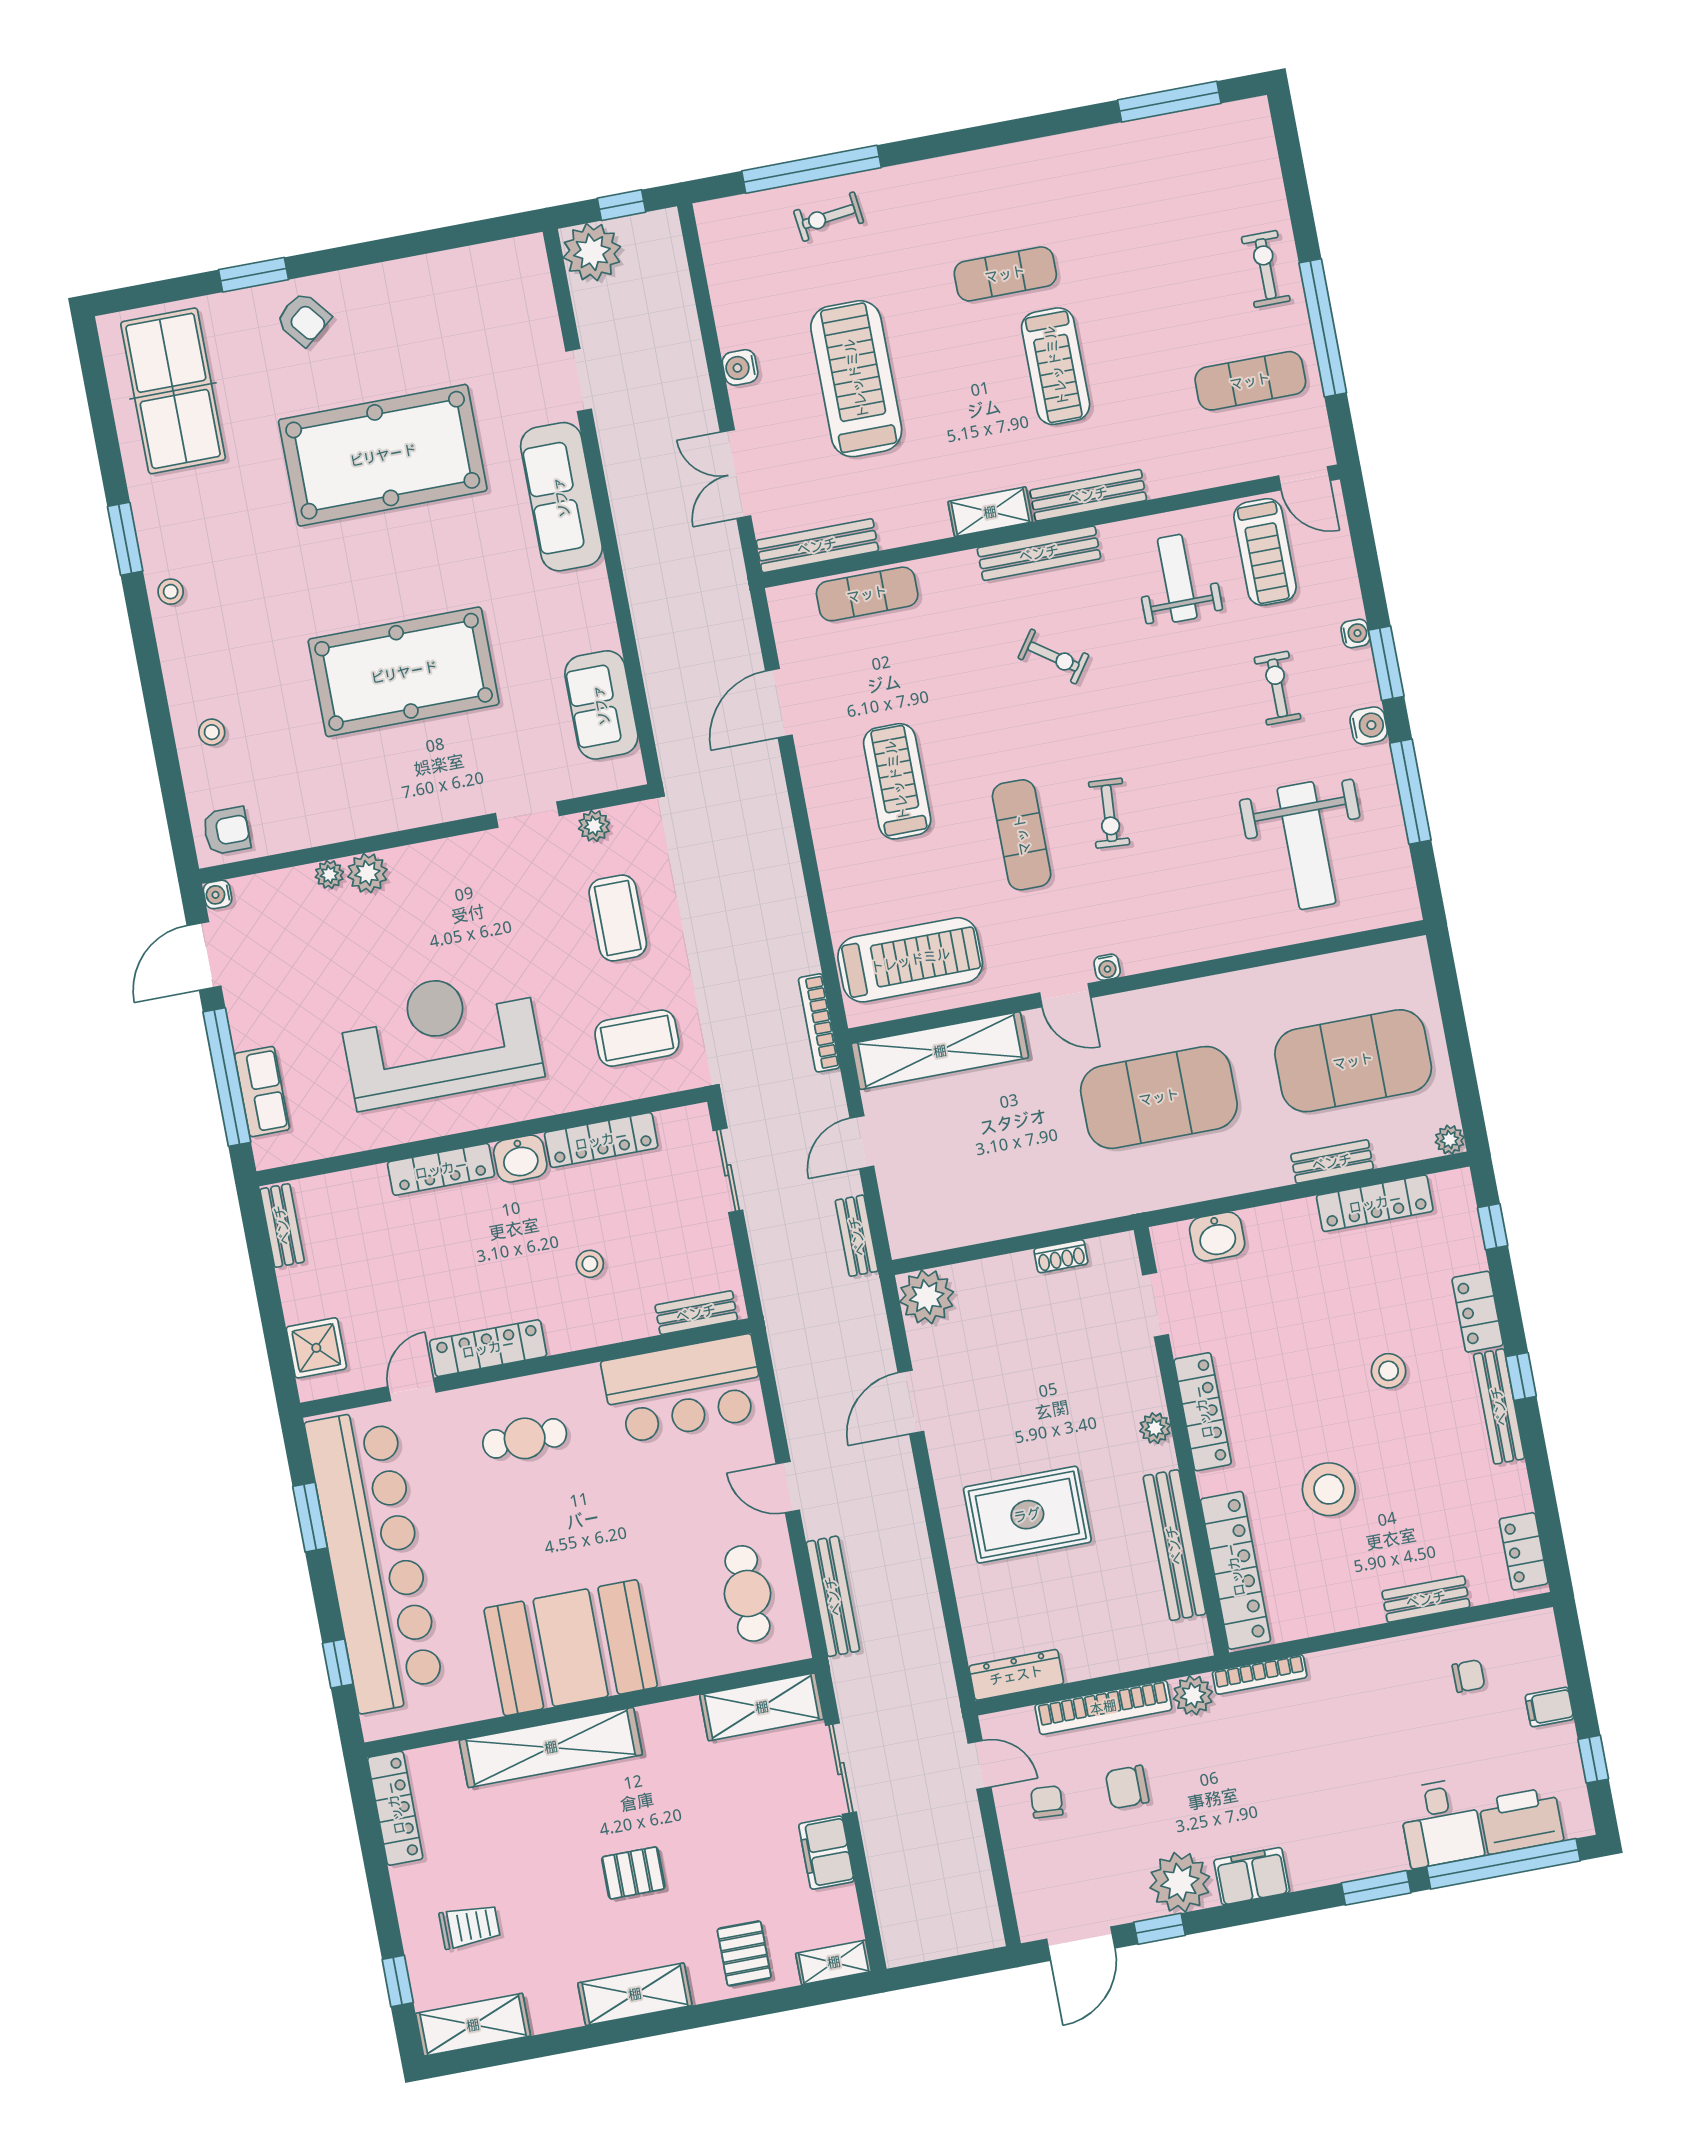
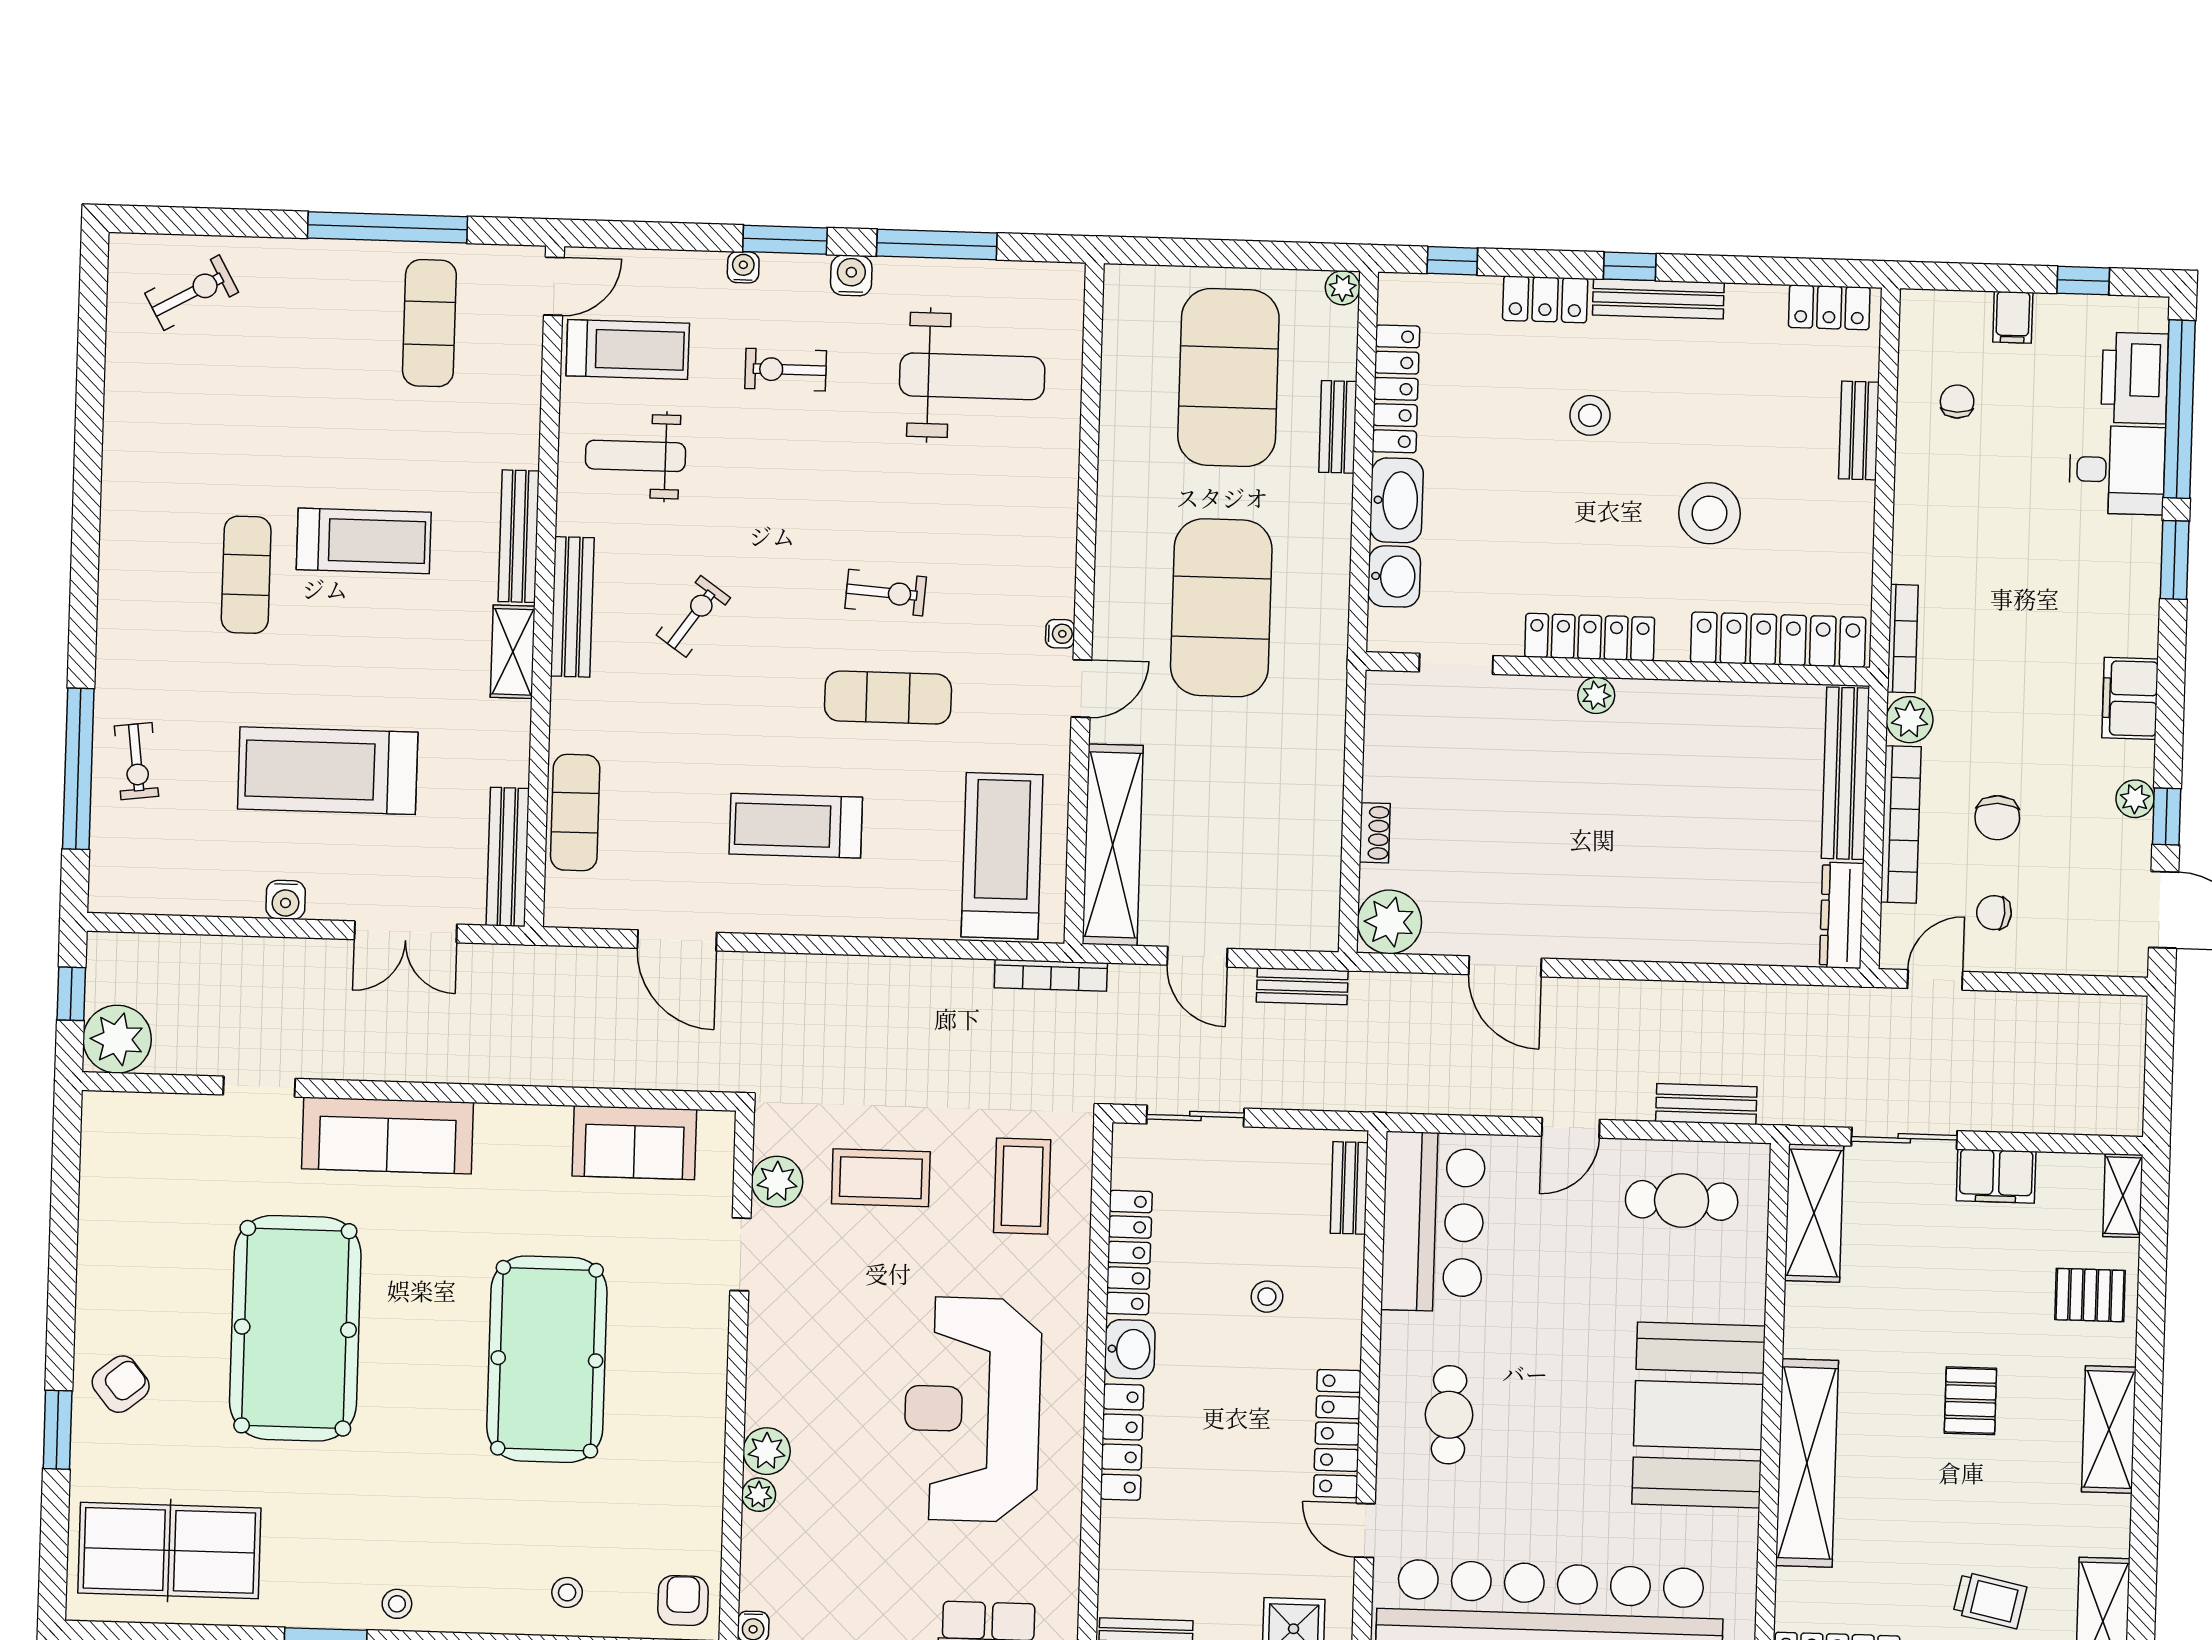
window: (1169, 102) -> (92, 345), removed
exercise bike: (1266, 269) -> (192, 293), moved, turned 151
plant: (594, 826) -> (777, 1182), width x1.38, depth x1.38
washbasin: (1281, 1224) -> (1397, 500), added
shoe rack: (1061, 1256) -> (1375, 833), moved
rug: (1027, 1515) -> (1662, 862), removed
bench: (1174, 1545) -> (1846, 773), moved, turned 90
bench: (833, 1596) -> (1706, 1104), width x0.73
plant: (1180, 1882) -> (2135, 799), width x0.53, depth x0.53
trolley: (470, 1926) -> (1990, 1600), turned 102

